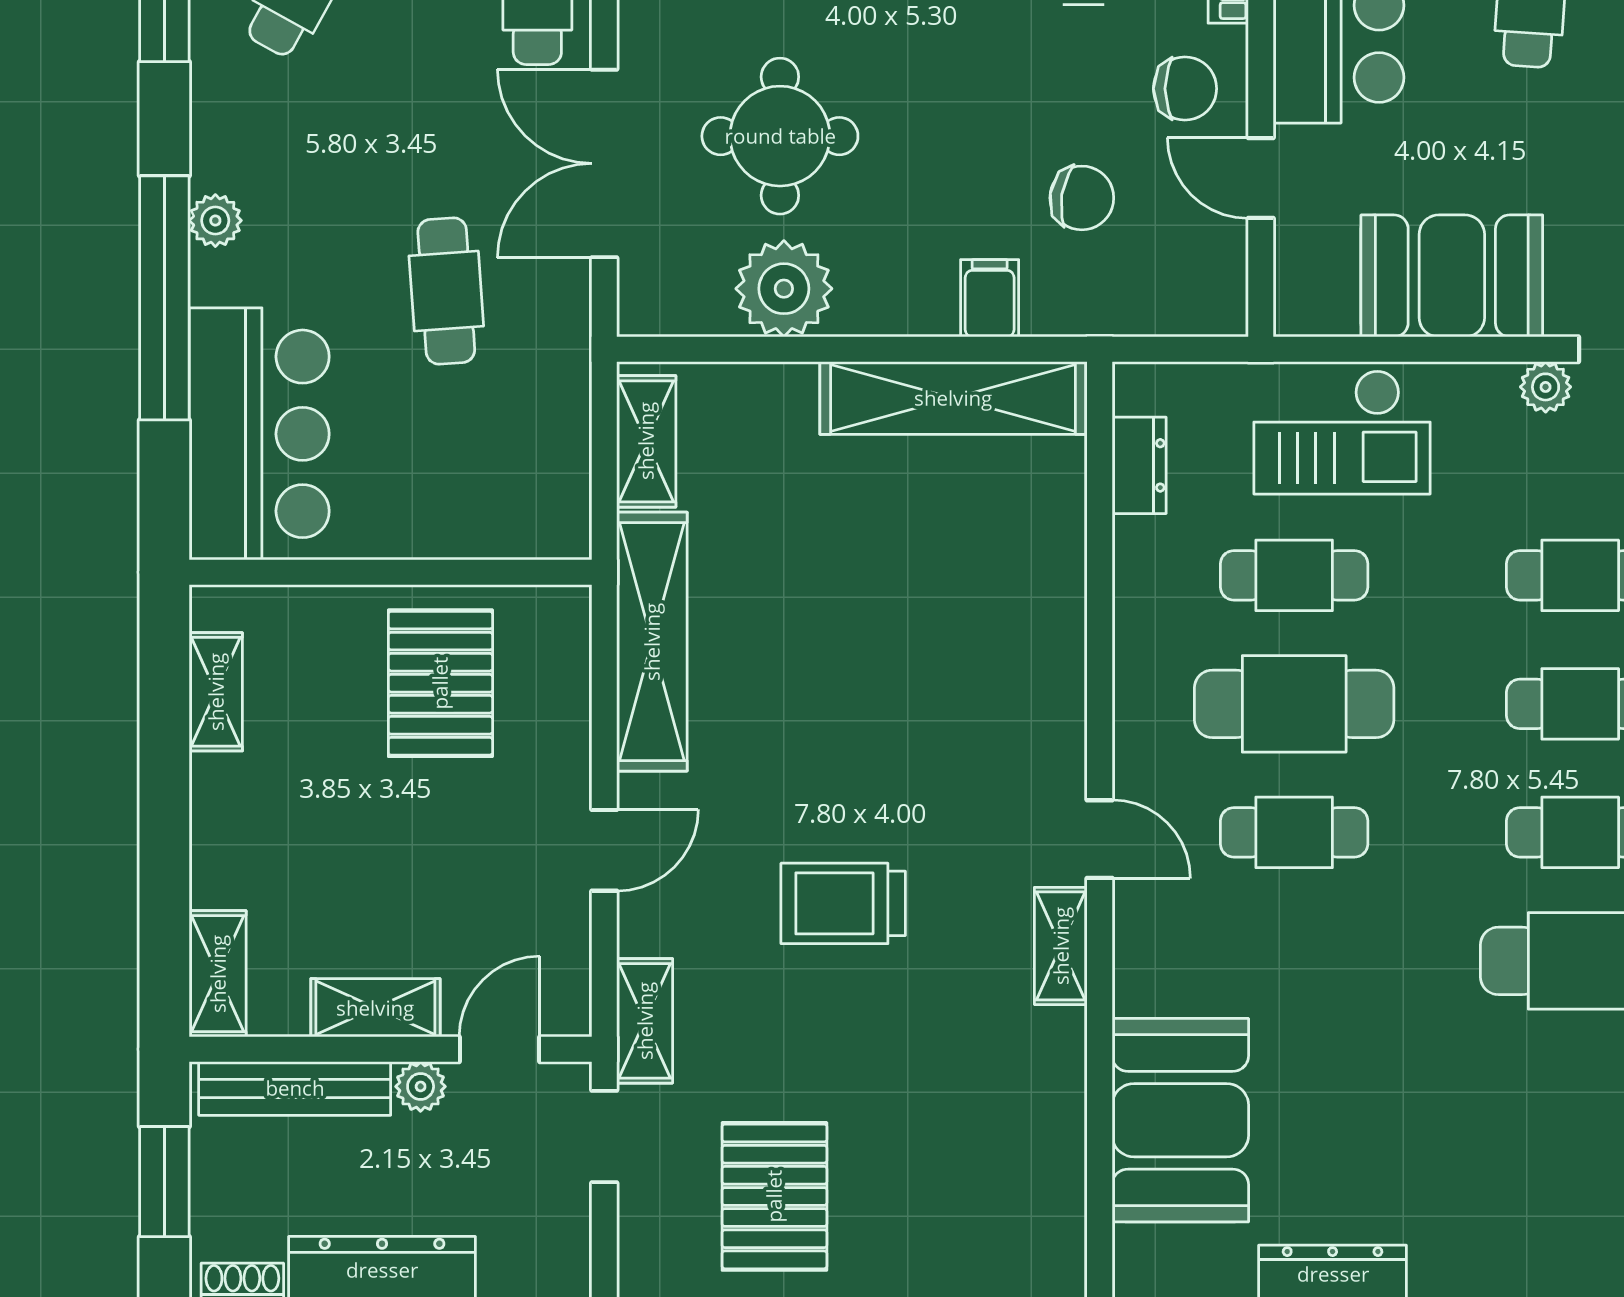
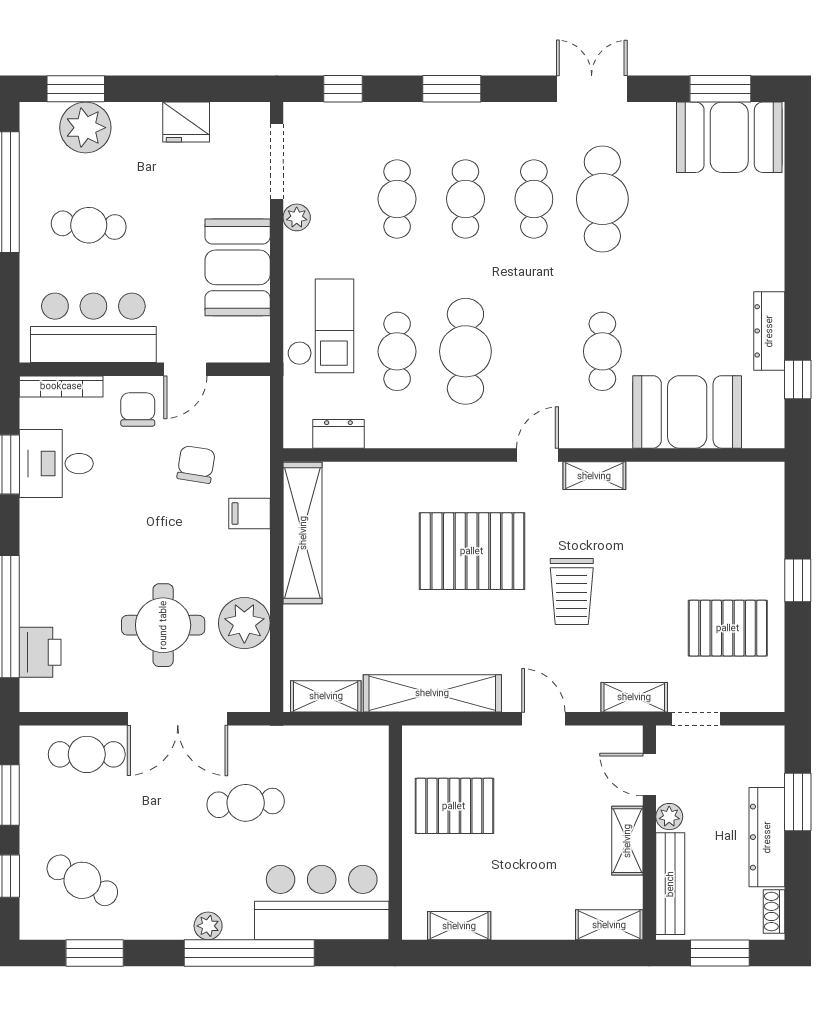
pallet: (919, 716) -> (472, 551), added
cafe table: (1294, 832) -> (602, 351), moved

